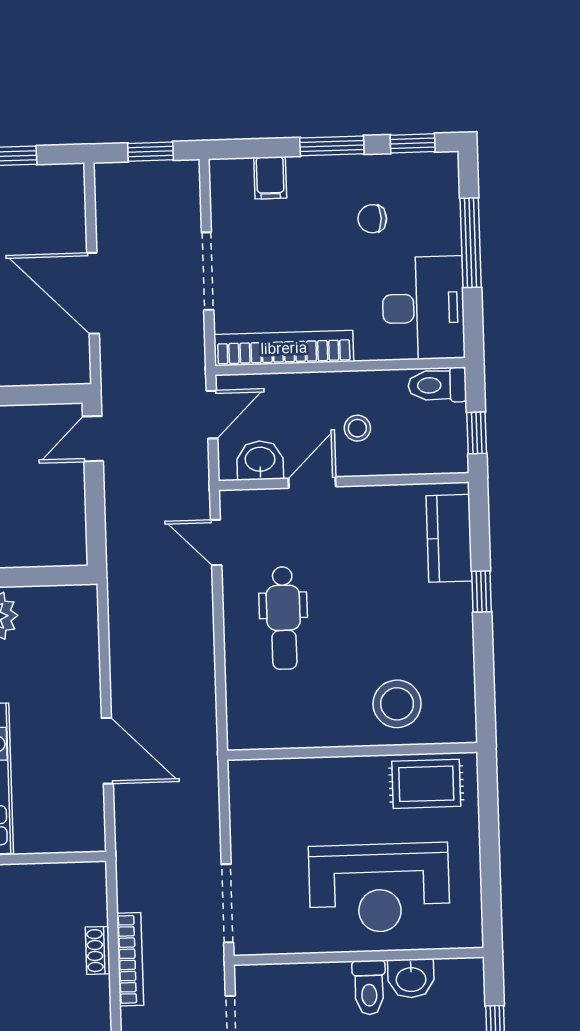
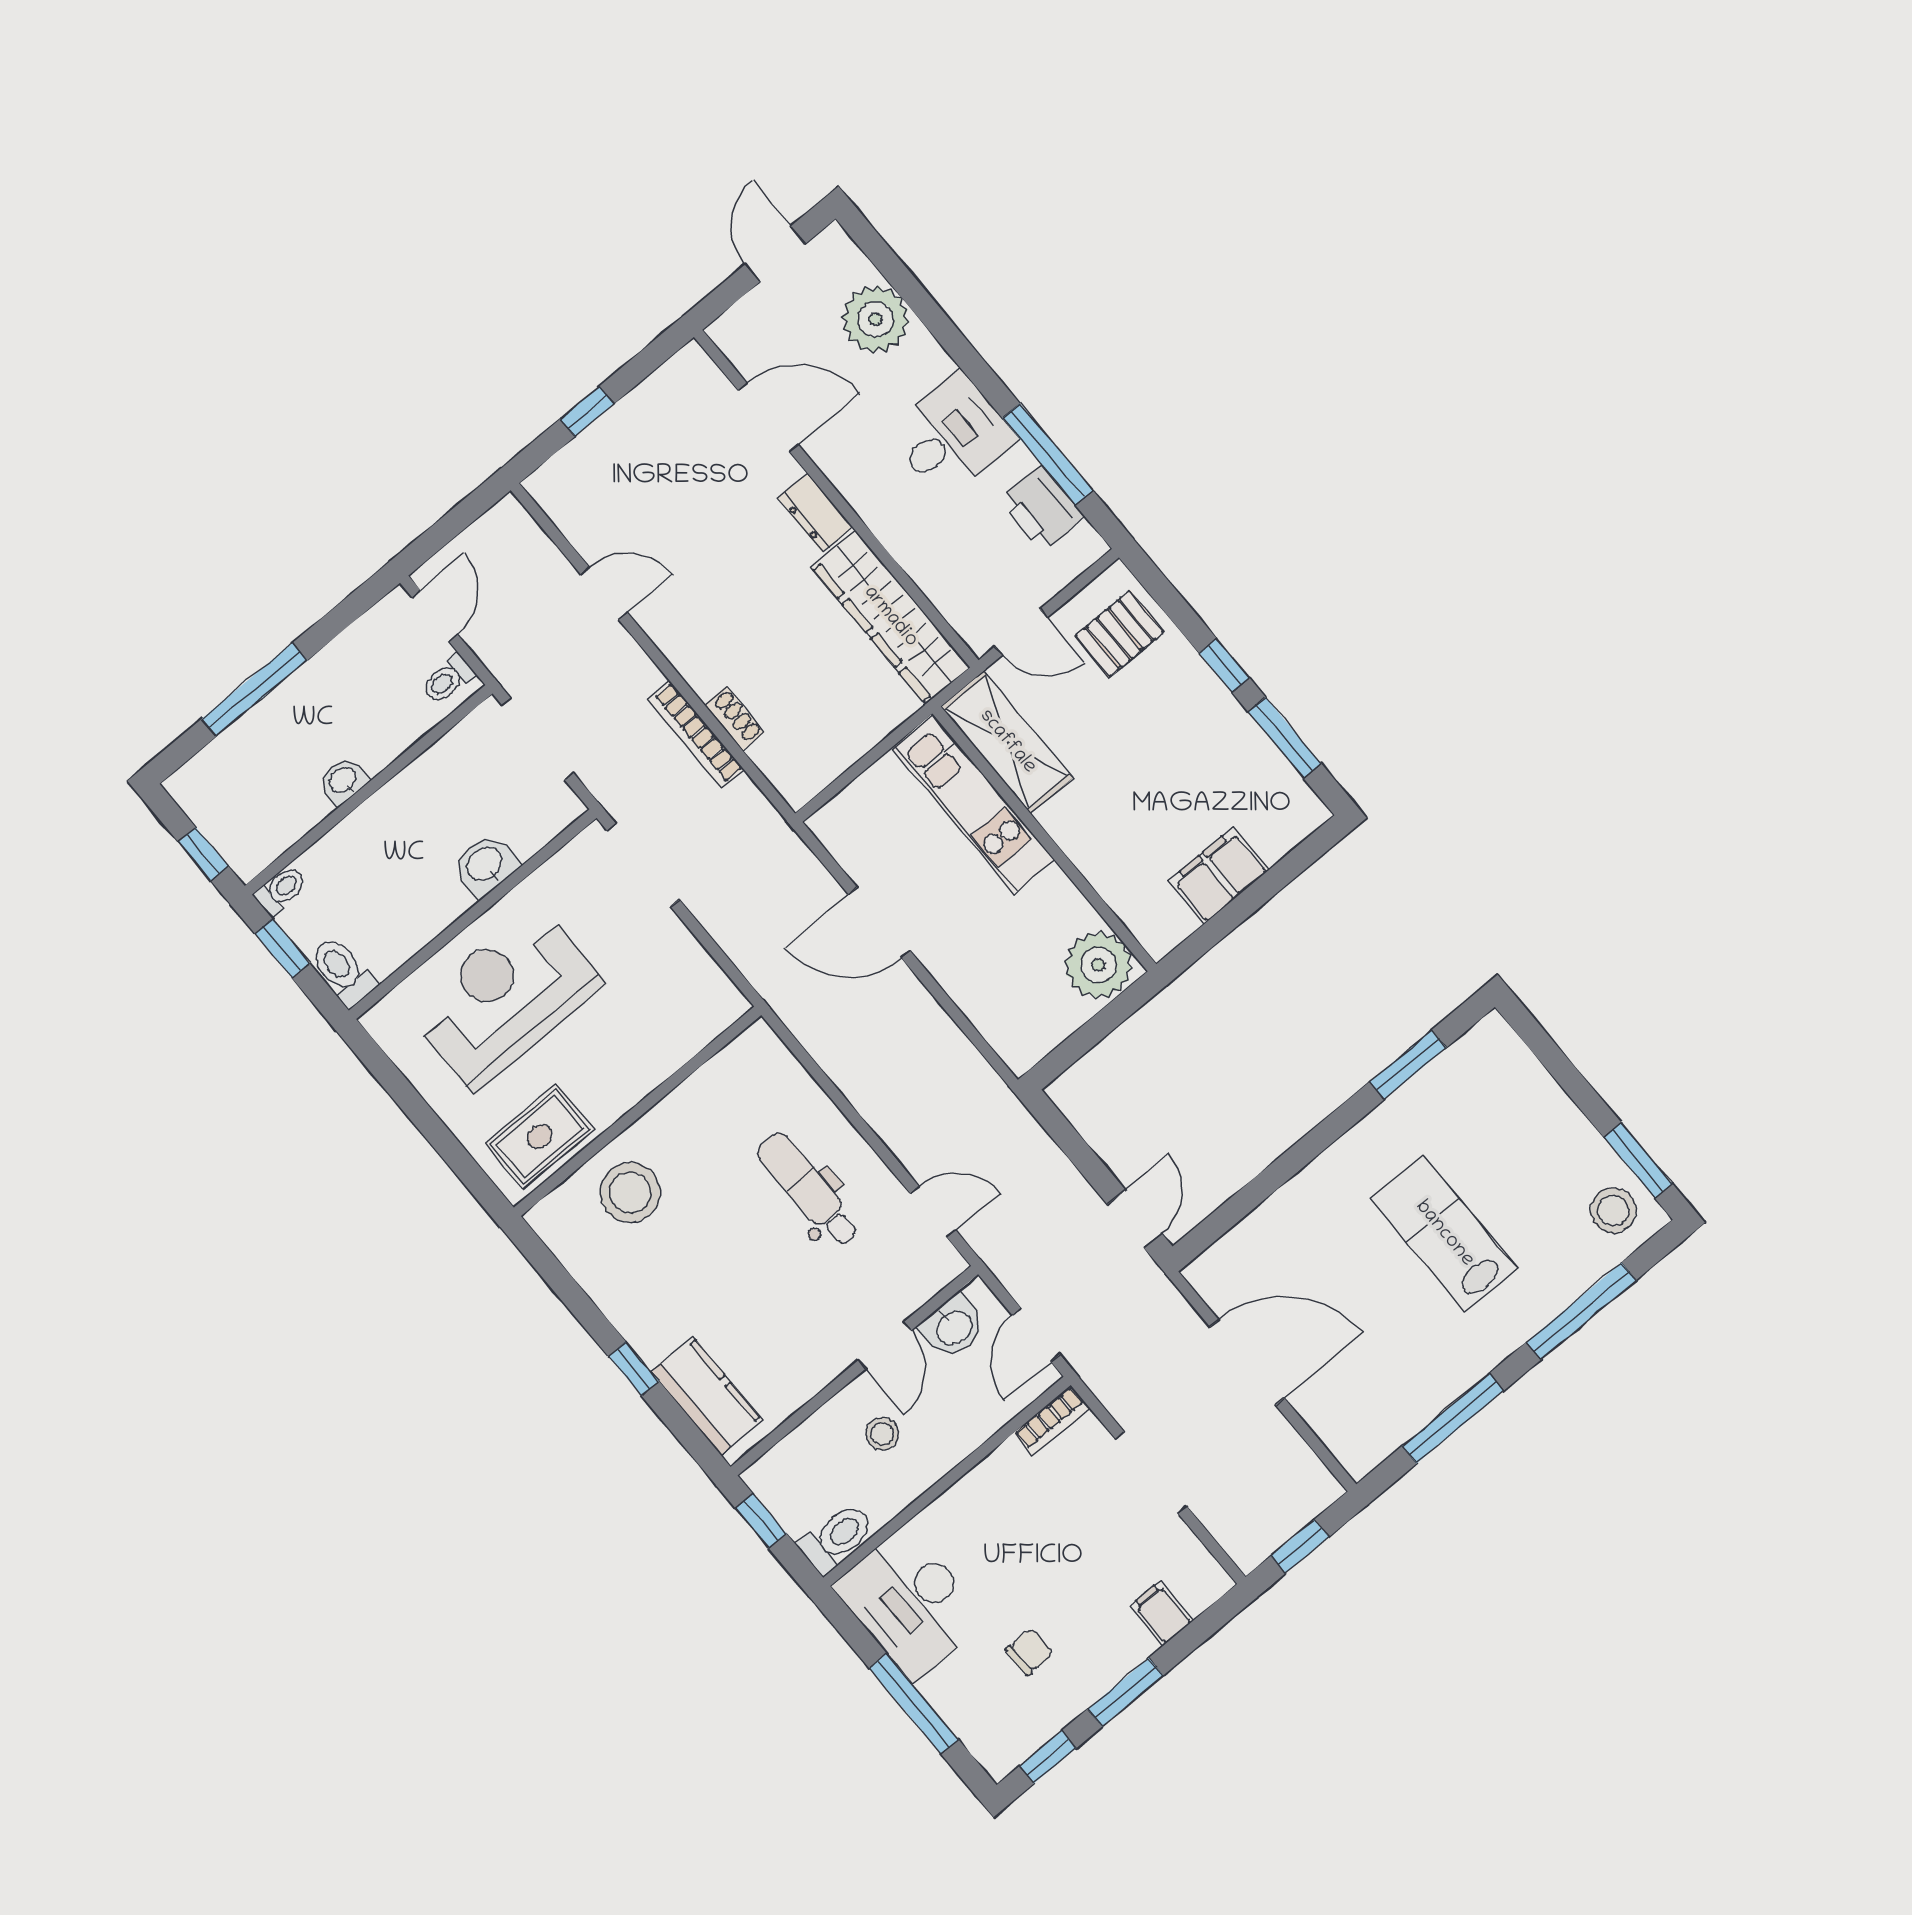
bookcase: (284, 348) -> (1052, 1420), width x0.43, depth x0.76
washbasin: (411, 978) -> (485, 865), moved
toilet: (369, 988) -> (343, 971), moved

